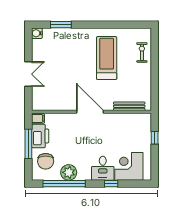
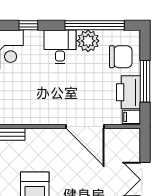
door: (90, 112) -> (85, 126), moved
chair: (46, 161) -> (121, 57), turned 90
desk: (103, 168) -> (60, 47), moved

